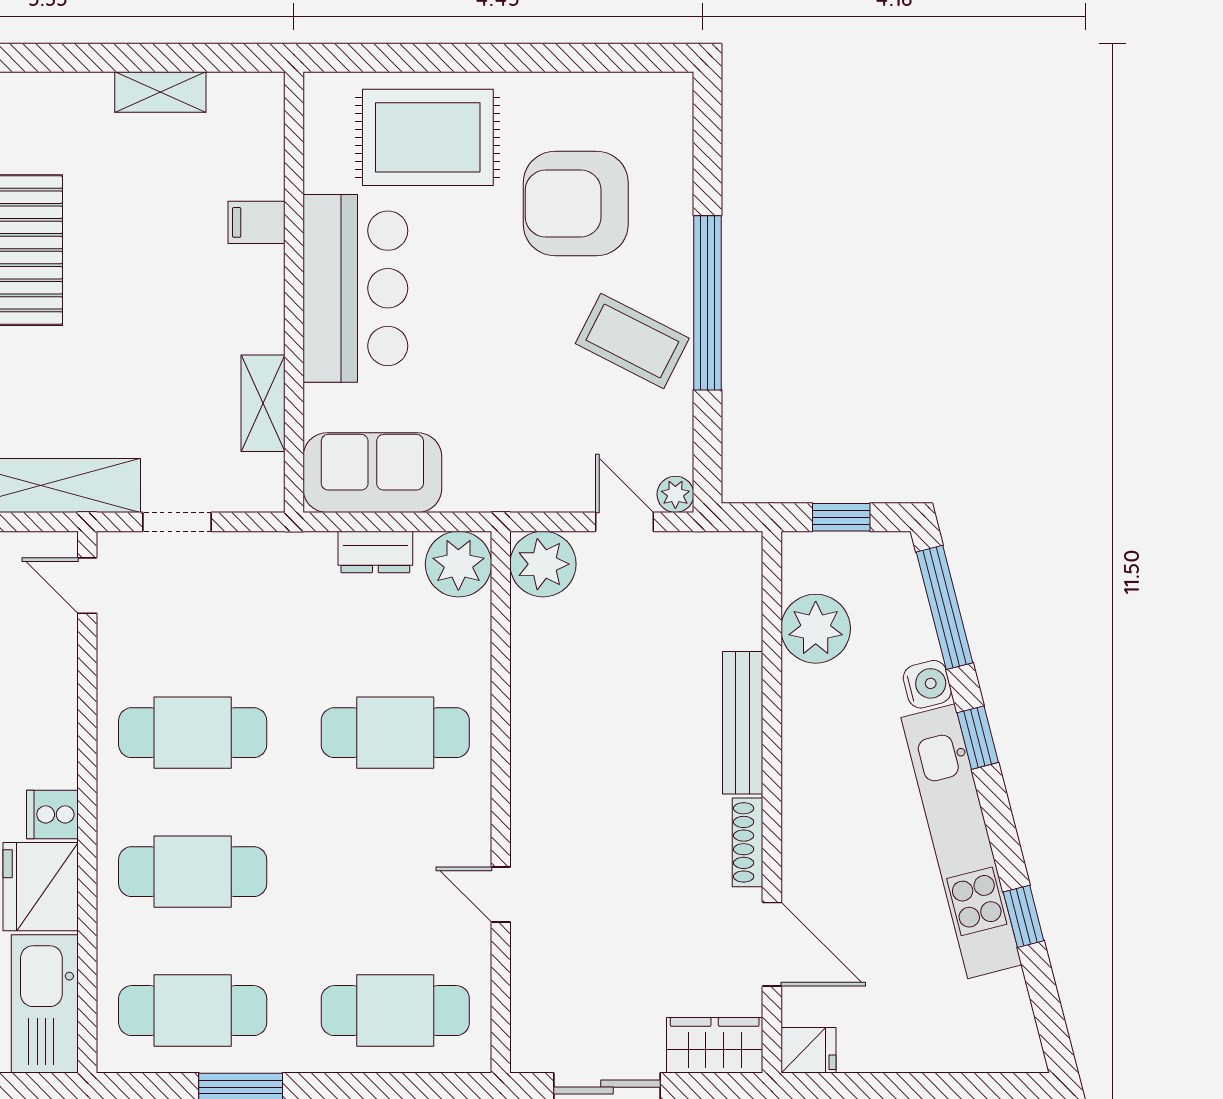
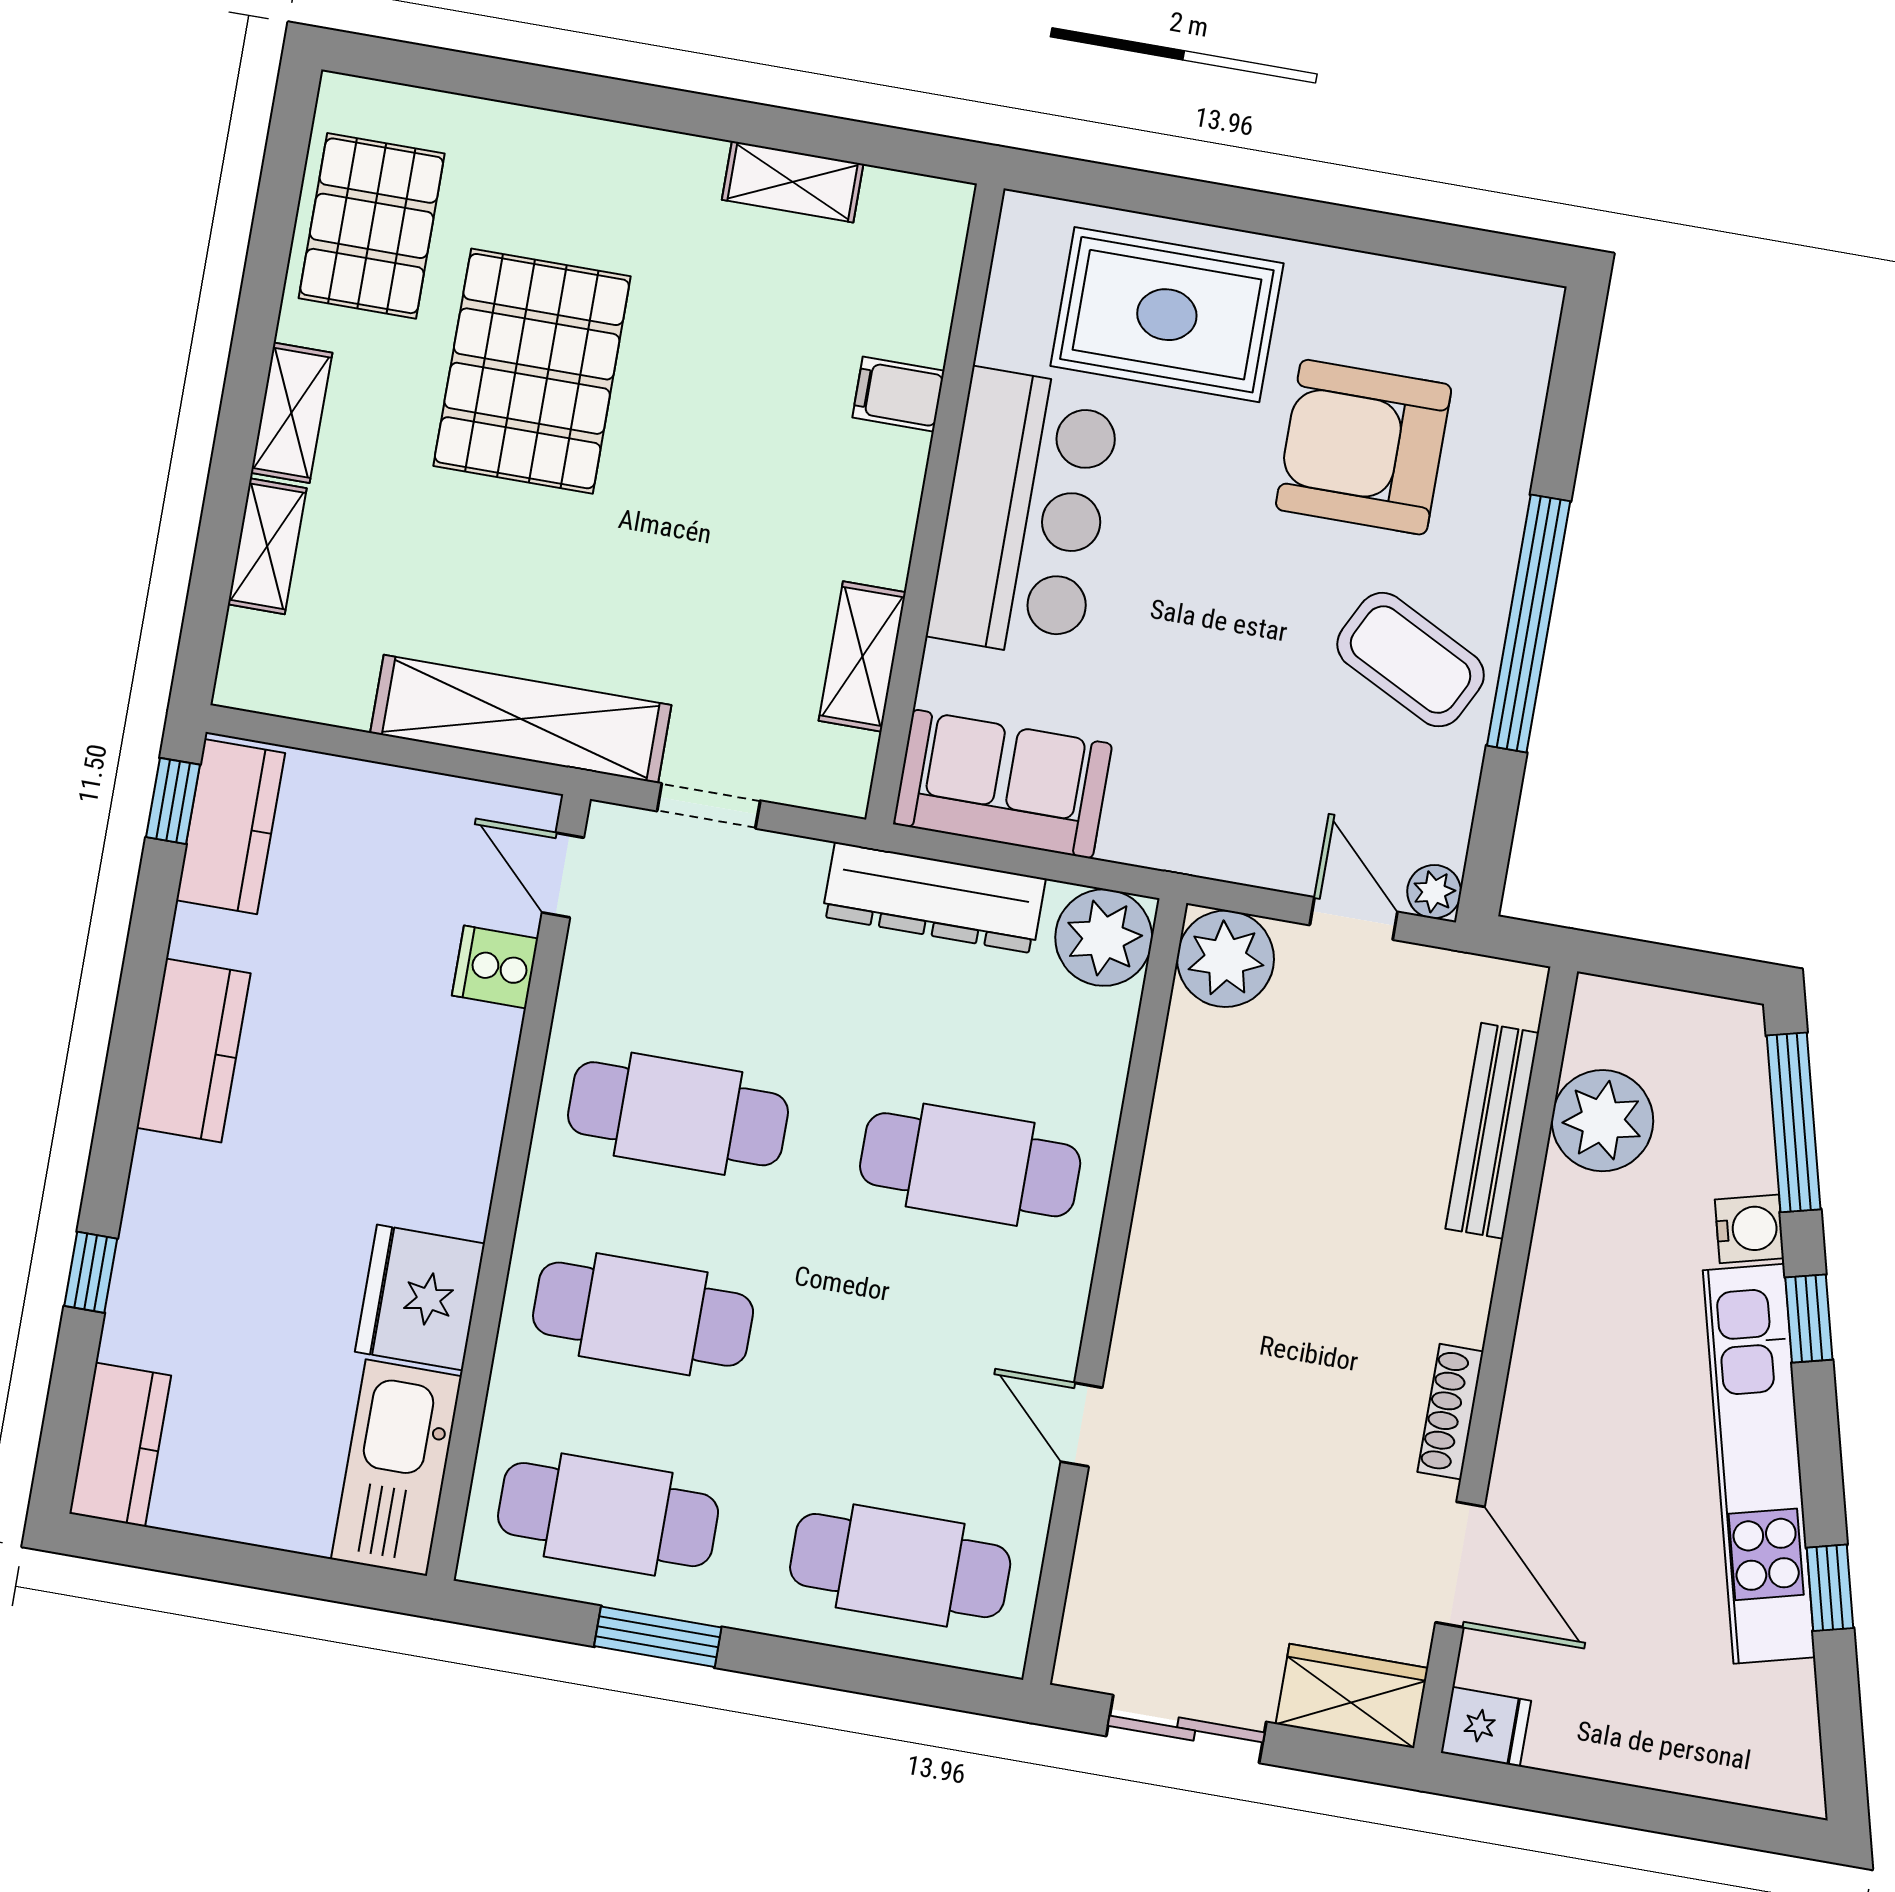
window: (841, 517) -> (1667, 966), removed
dresser: (375, 552) -> (934, 898), width x1.96, depth x1.24
bench: (743, 723) -> (1492, 1131), moved
cooker: (52, 814) -> (495, 967), moved

